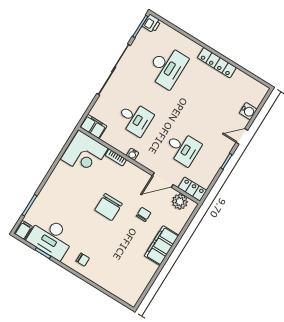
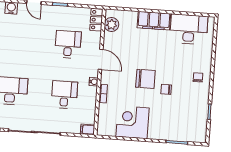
filing cabinet: (93, 126) -> (88, 130), width x0.50
corner desk: (84, 154) -> (133, 122), moved, turned -90
door: (163, 180) -> (101, 59), moved
chair: (144, 214) -> (166, 89), moved
filing cabinet: (23, 230) -> (199, 137), removed
desk: (51, 238) -> (189, 29), moved, turned -90

